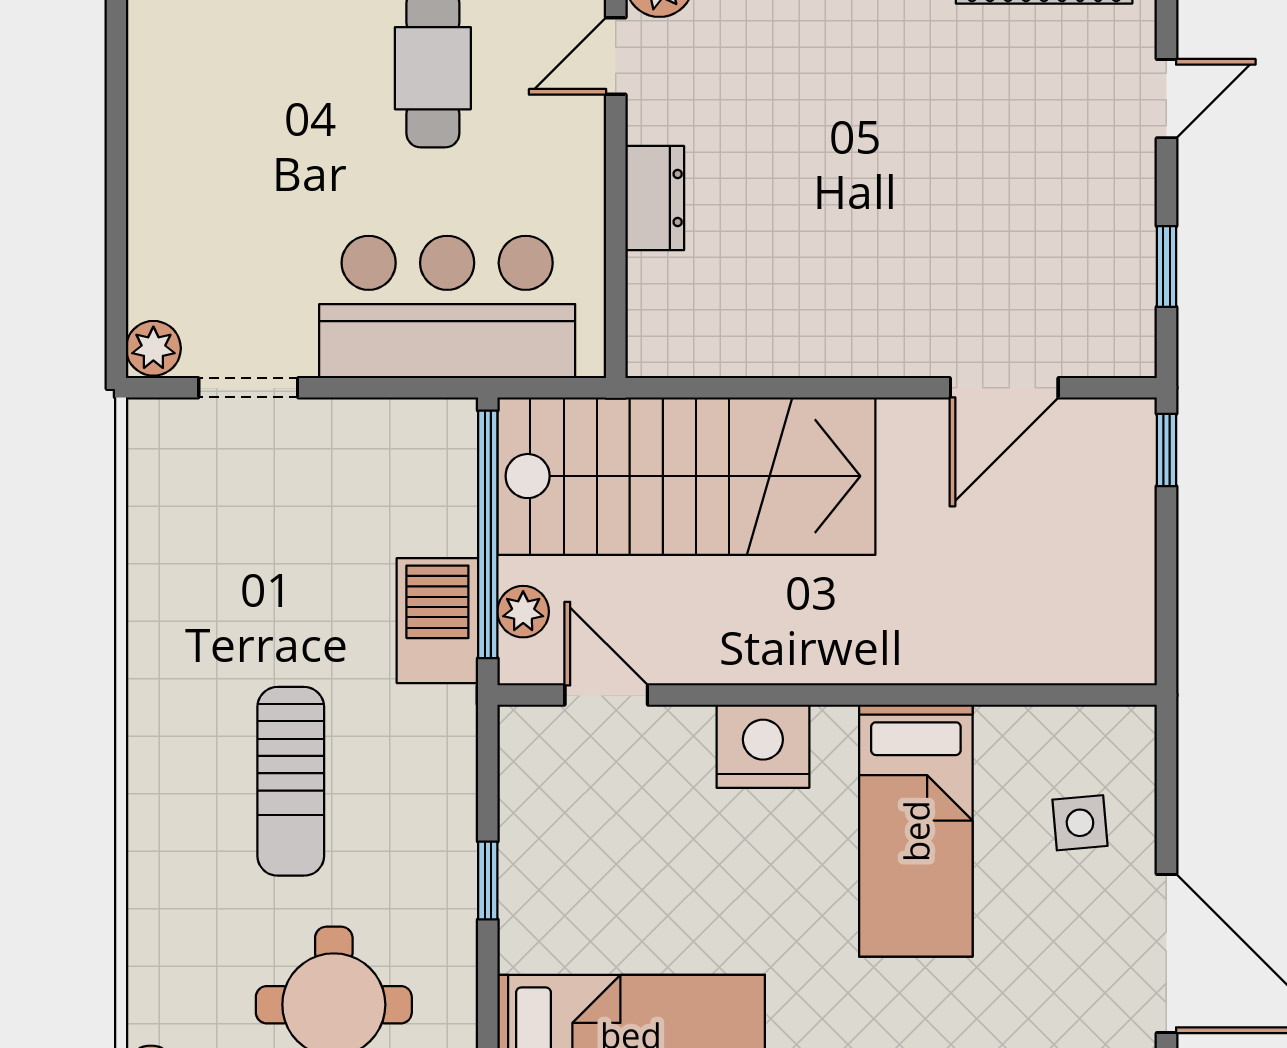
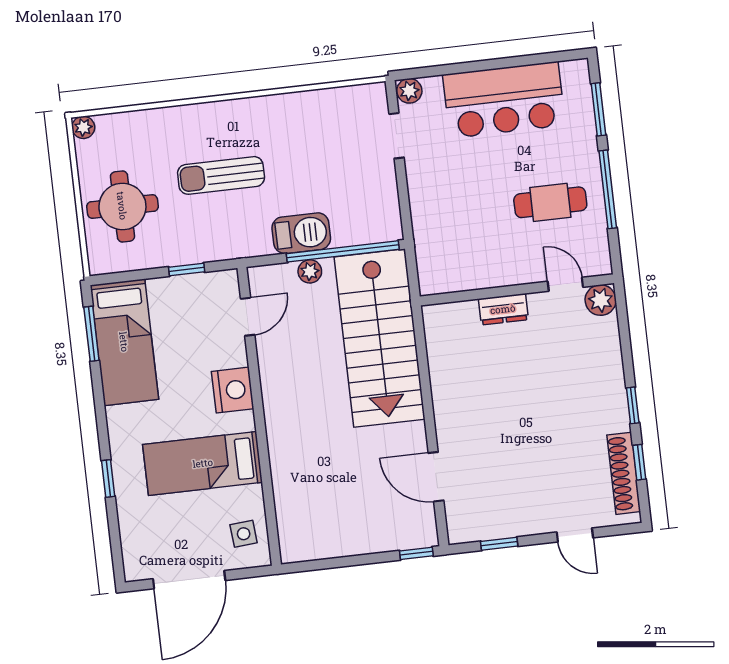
bar counter: (447, 307) -> (504, 100), moved, turned 90
door: (606, 695) -> (248, 317), moved
wall: (827, 695) -> (259, 416), moved
nightstand: (763, 746) -> (233, 390), moved
bed: (916, 831) -> (203, 463), moved

